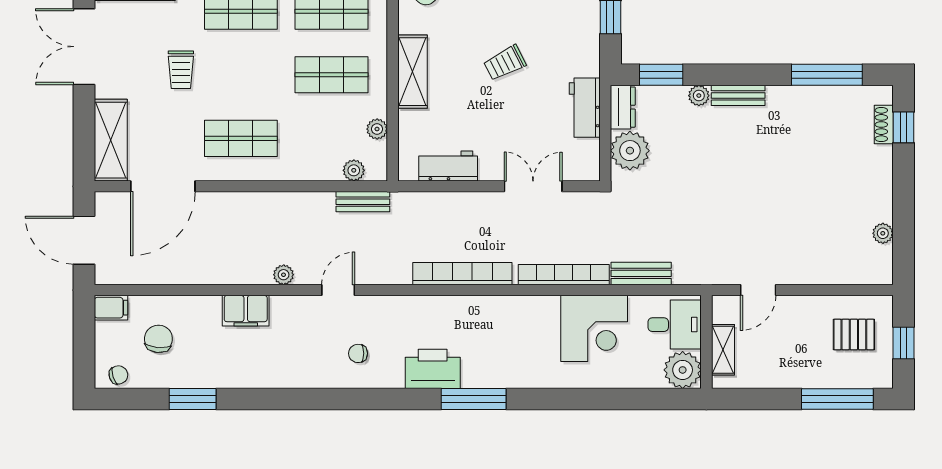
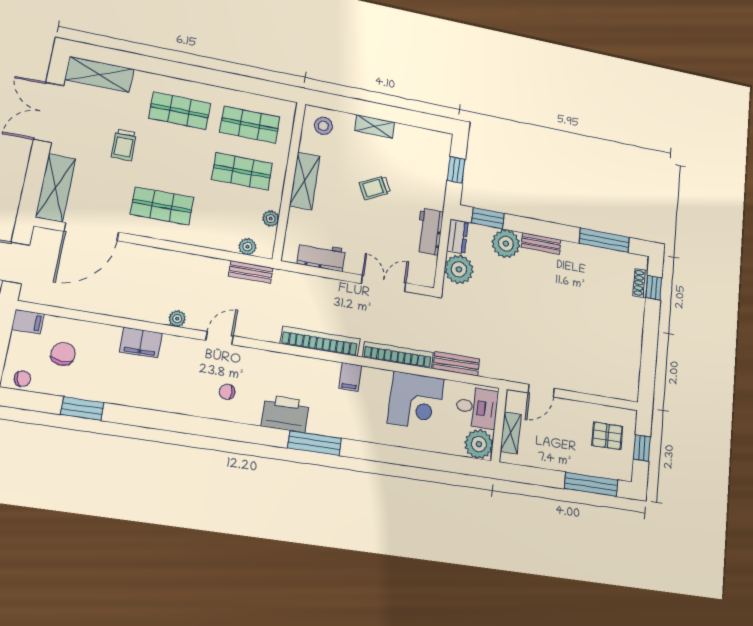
plant: (699, 96) -> (506, 244), width x1.88, depth x1.88
plant: (883, 233) -> (634, 363), removed
filing cabinet: (507, 312) -> (350, 377), added

